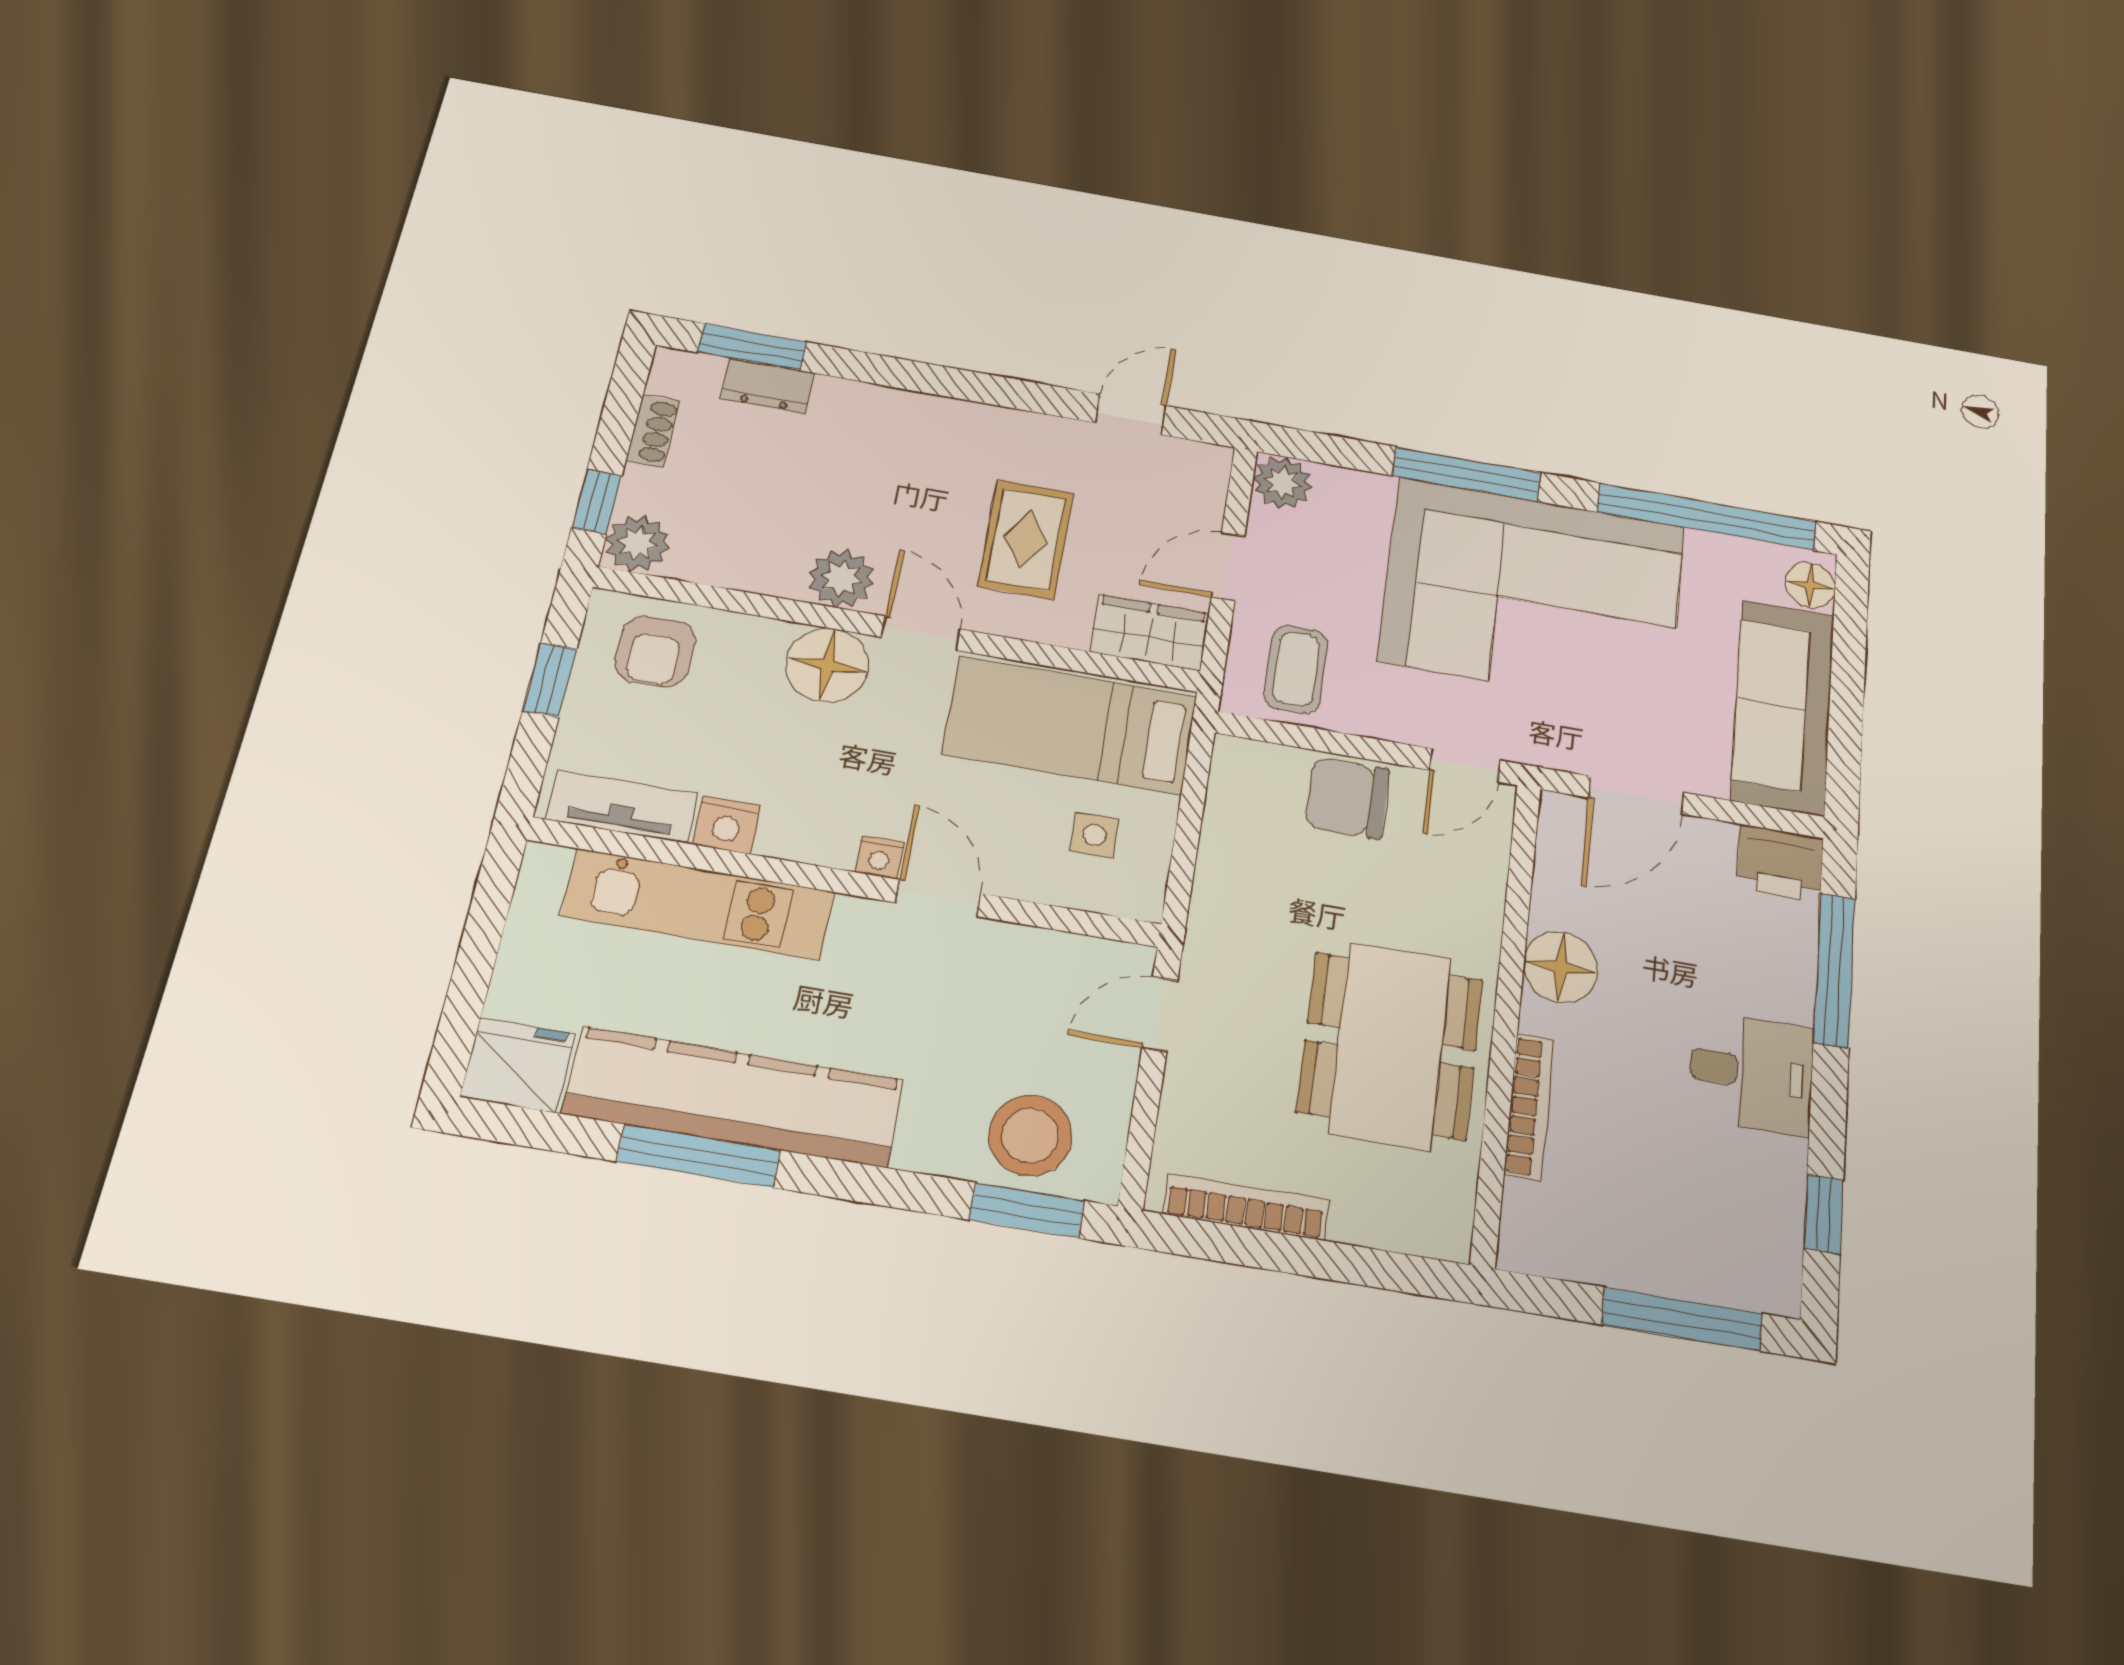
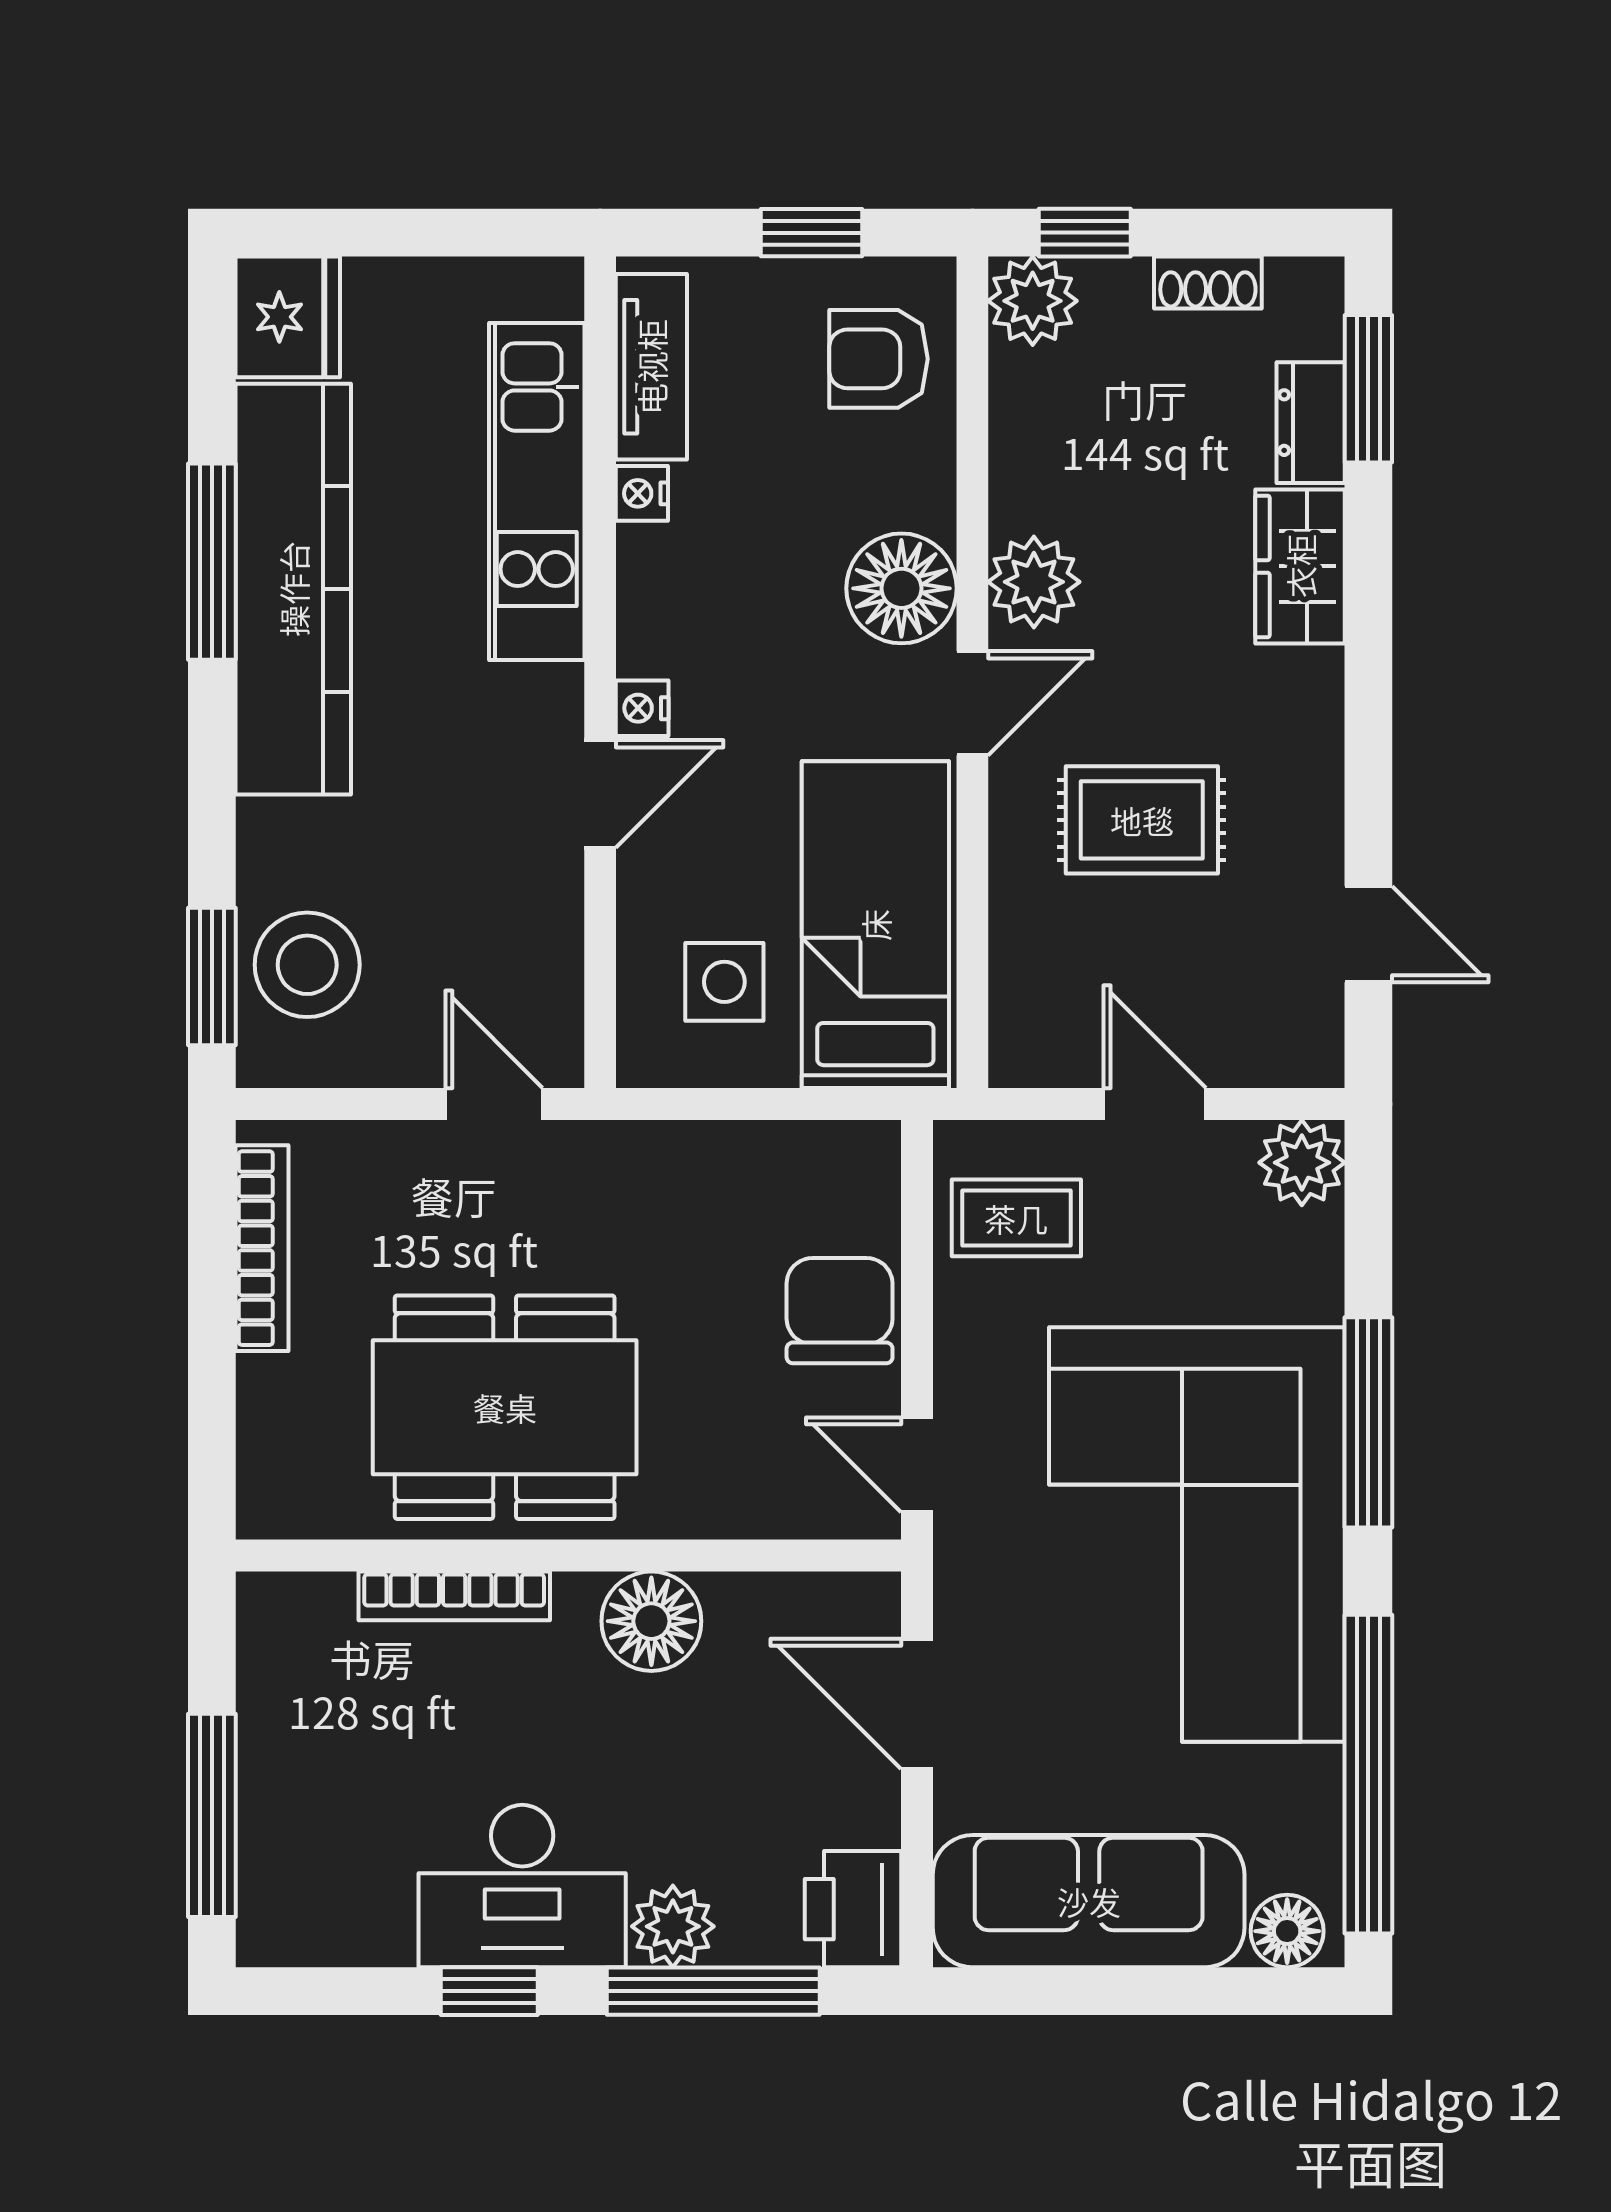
wardrobe: (1150, 633) -> (1300, 566), moved, turned 180
nightstand: (727, 825) -> (642, 493), width x0.72, depth x0.74
side table: (1094, 835) -> (724, 982), width x1.37, depth x1.37
plant: (1786, 990) -> (673, 1926), added
desk: (1751, 1073) -> (522, 1886), width x1.37
window: (1824, 1214) -> (489, 1991), moved

